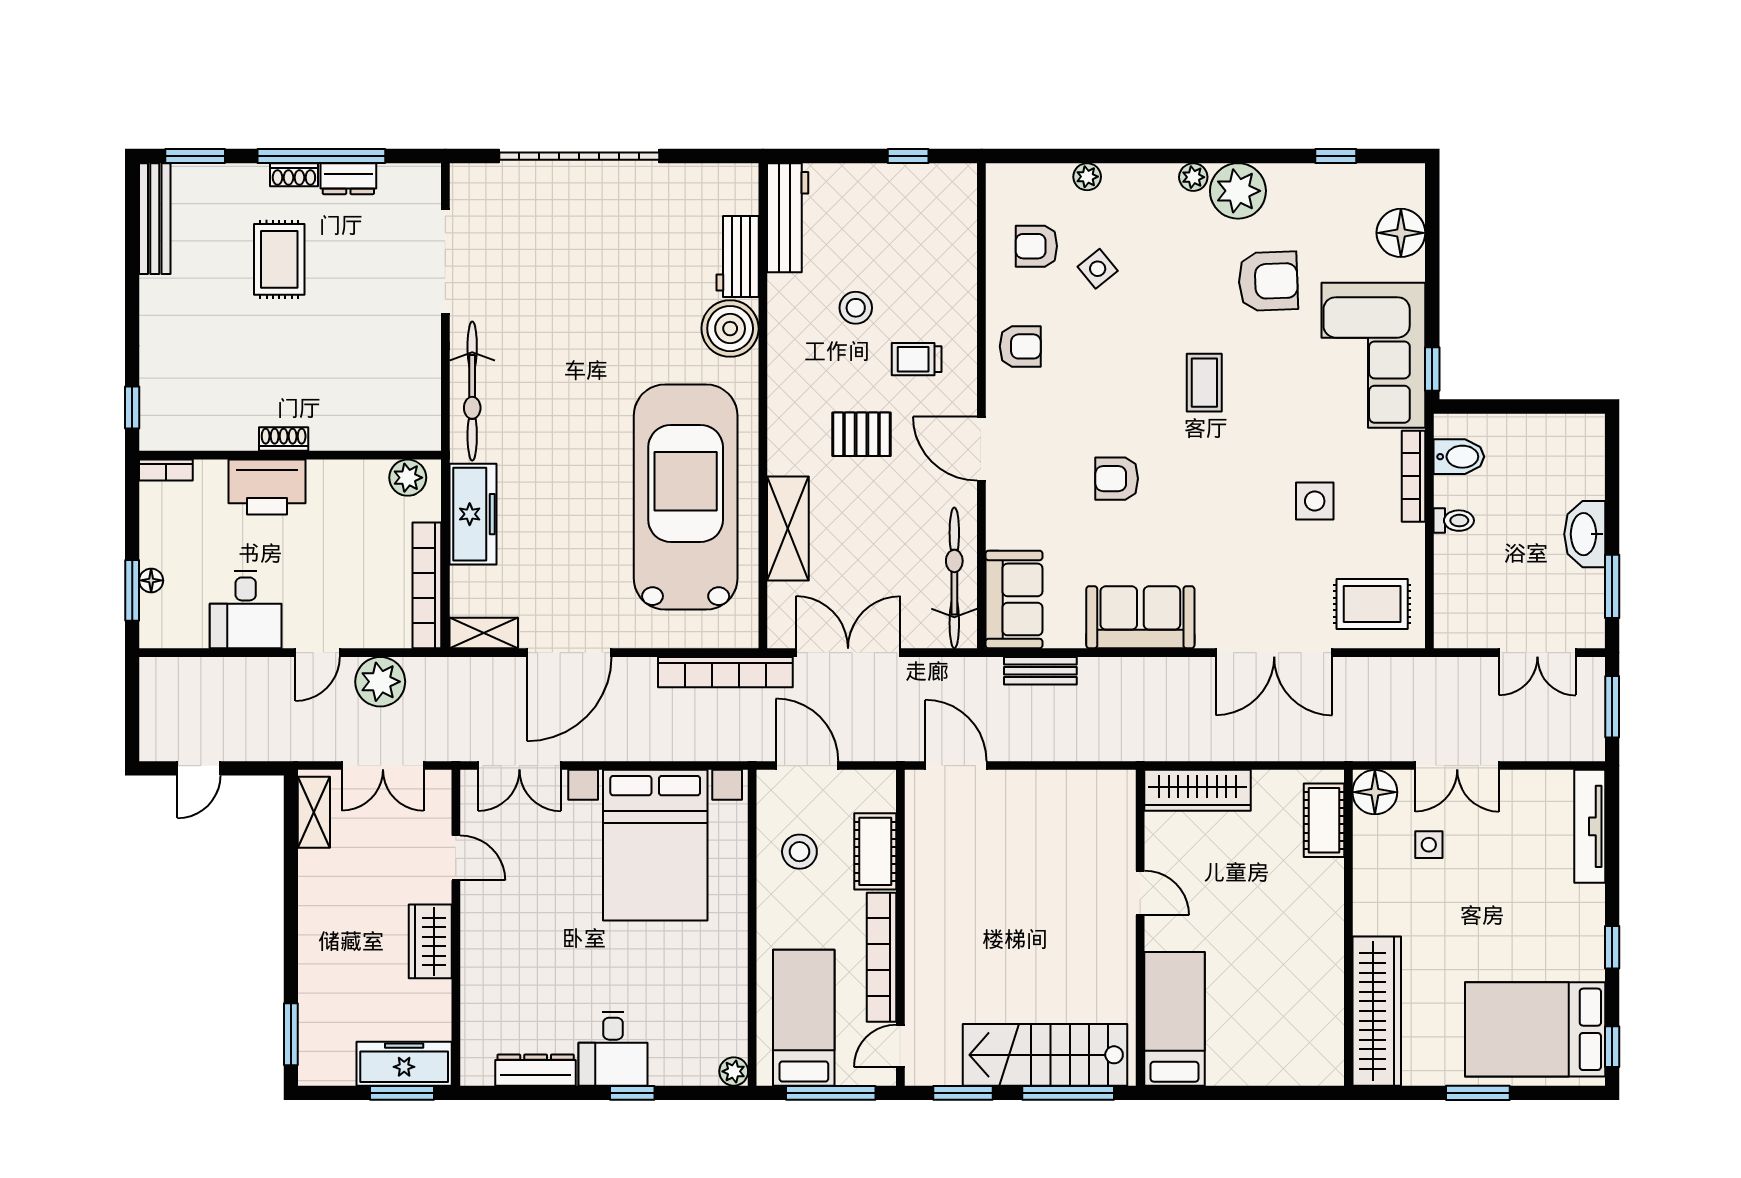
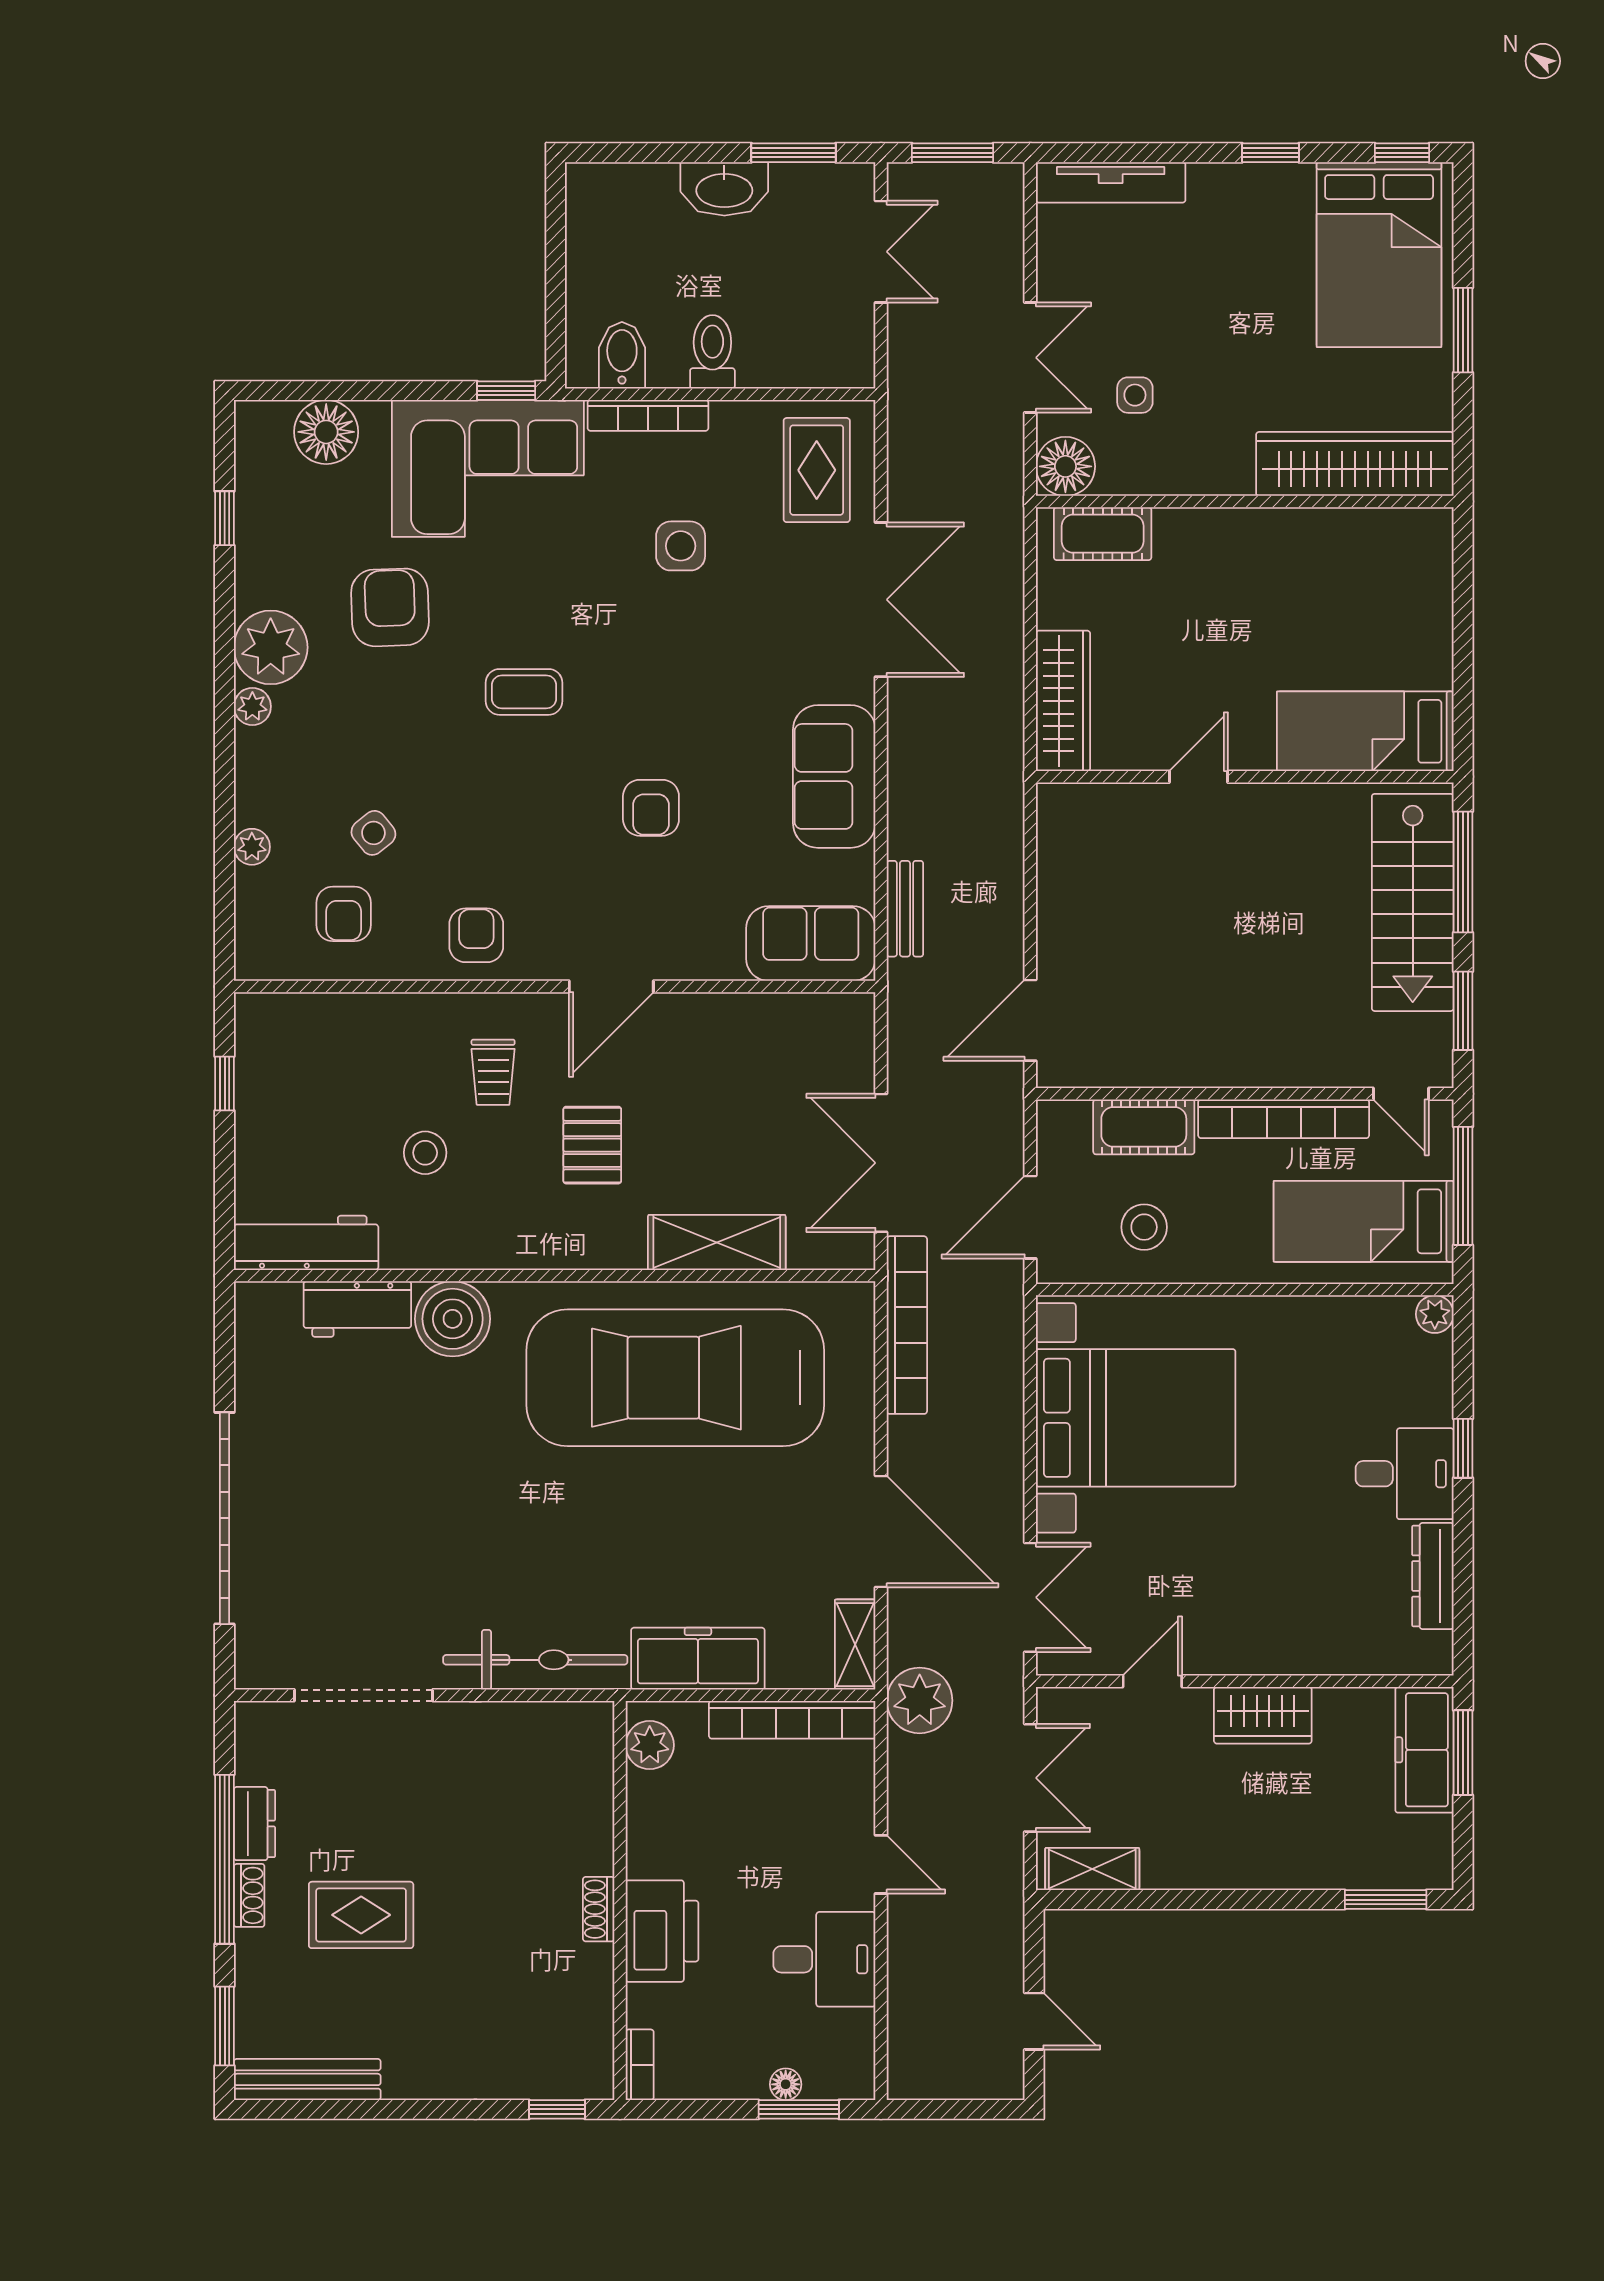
toilet: (1454, 521) -> (712, 352), width x1.37, depth x1.39
bicycle: (954, 578) -> (782, 1022), removed
plant: (380, 682) -> (920, 1700), moved

